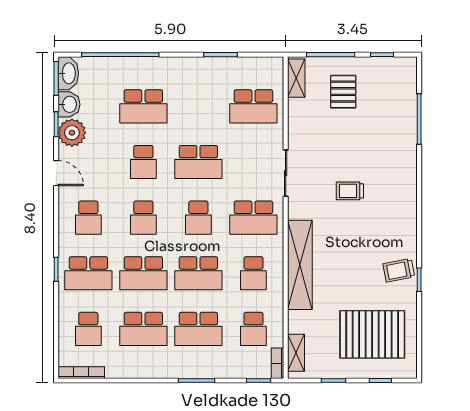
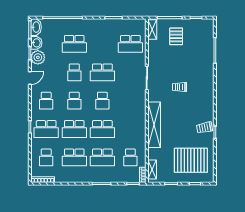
door: (56, 173) -> (30, 78), hinge flipped
school desk: (253, 218) -> (130, 101), removed
school desk: (253, 273) -> (130, 129), removed

